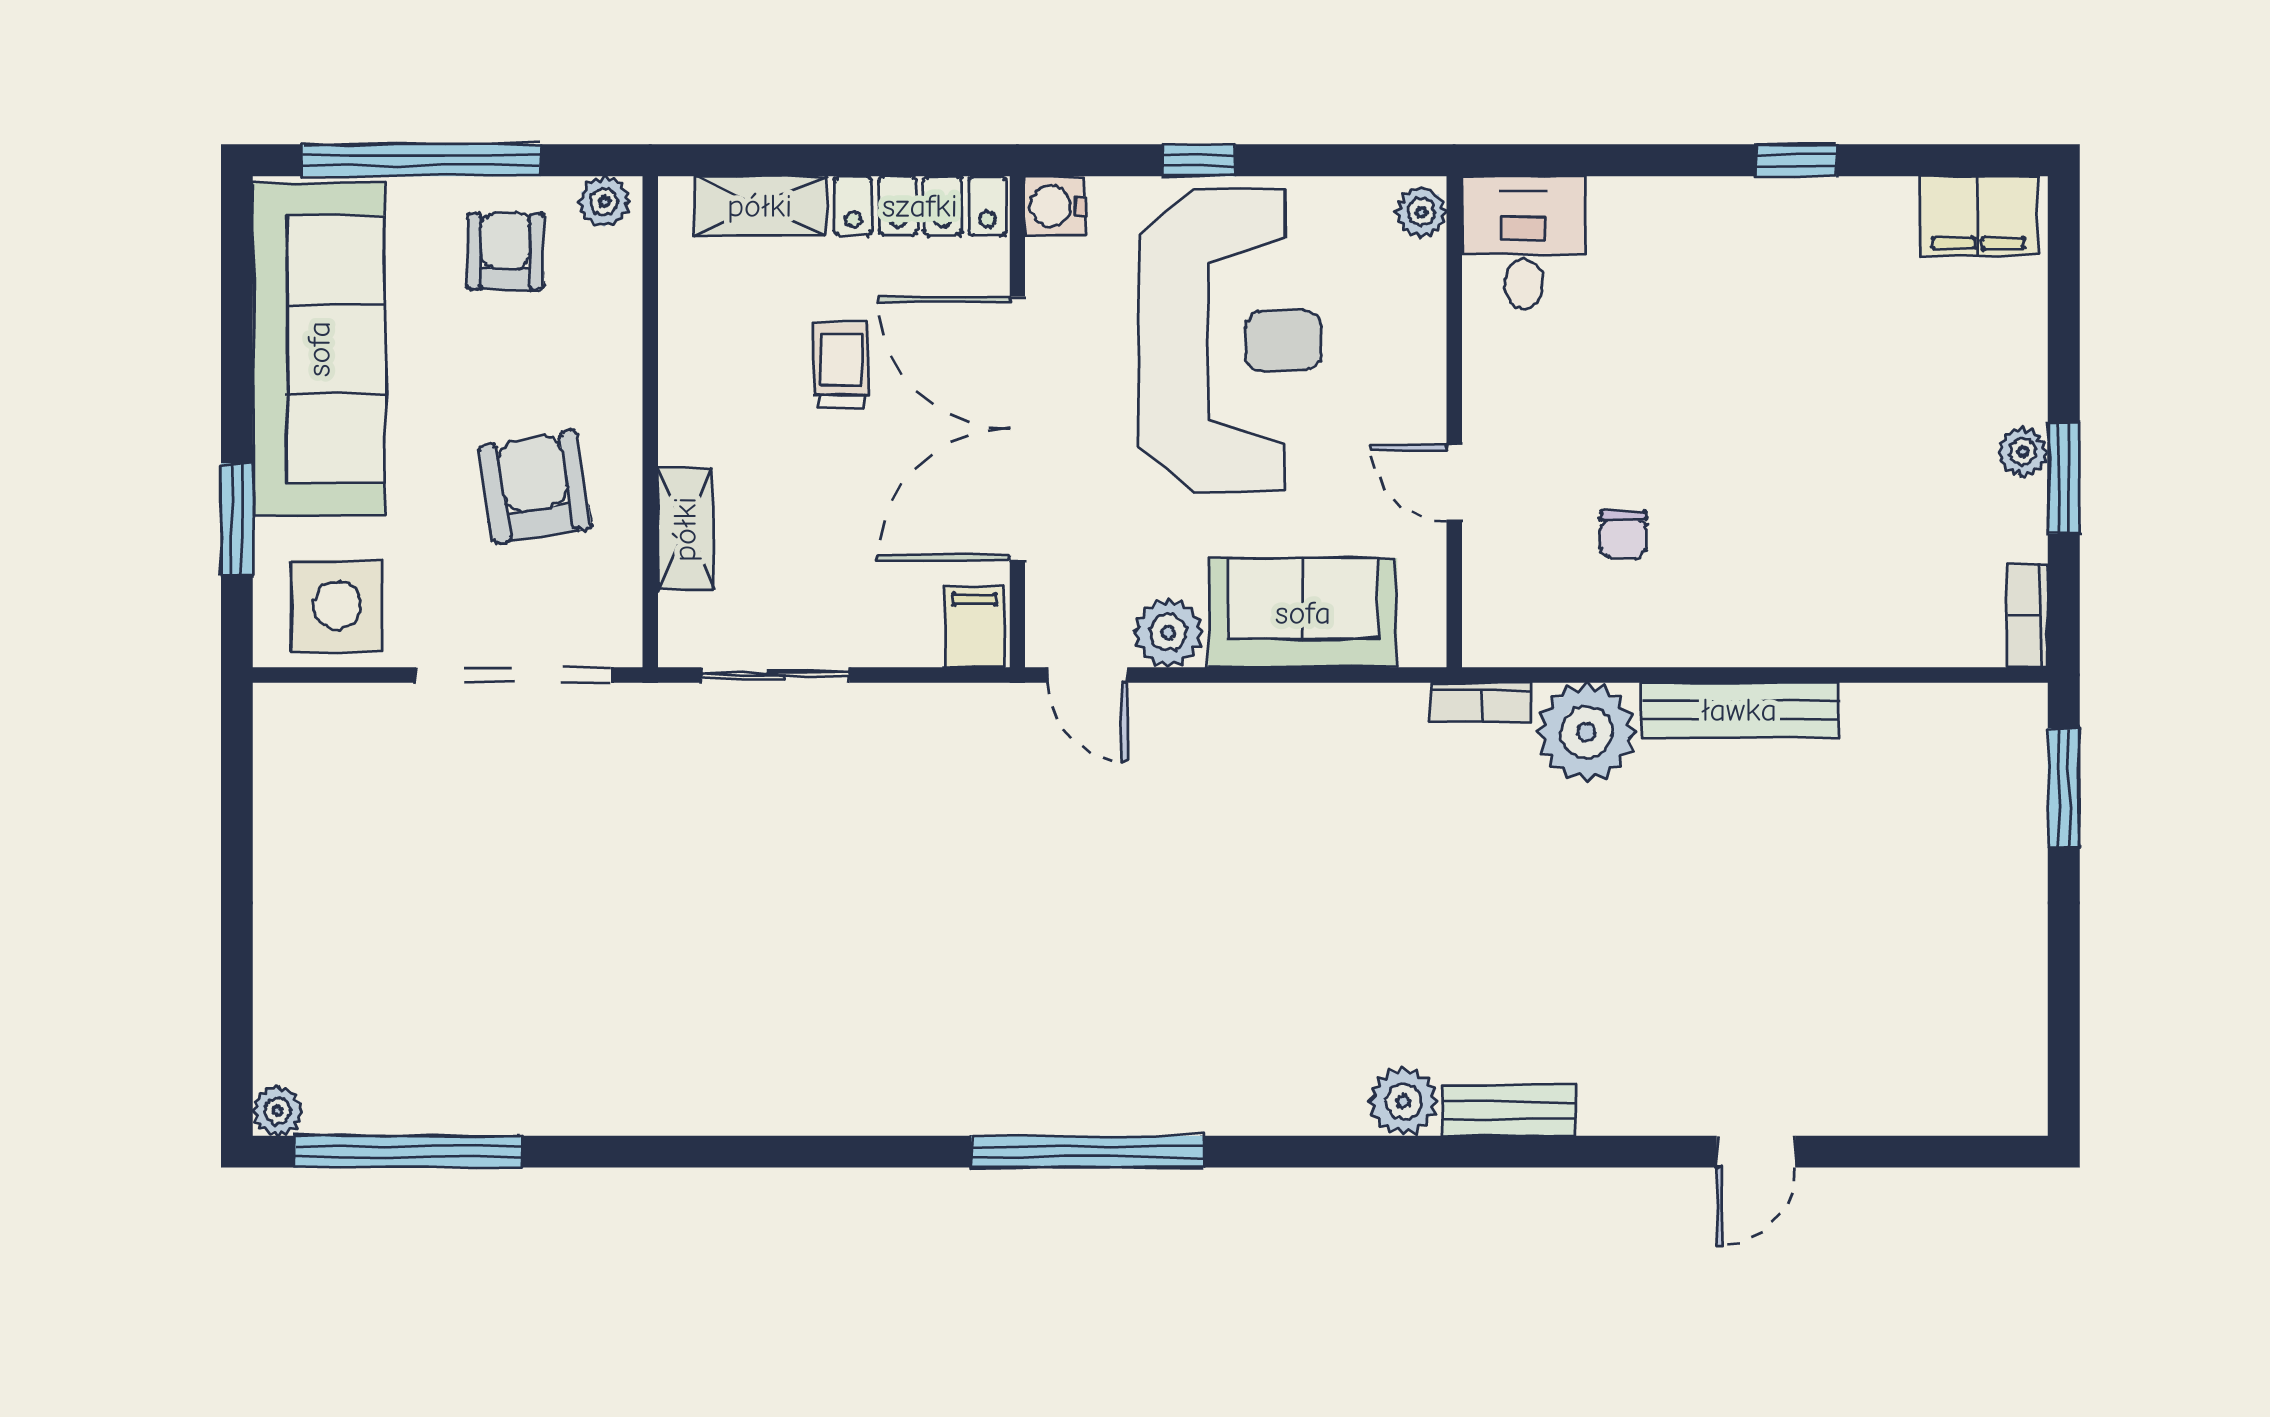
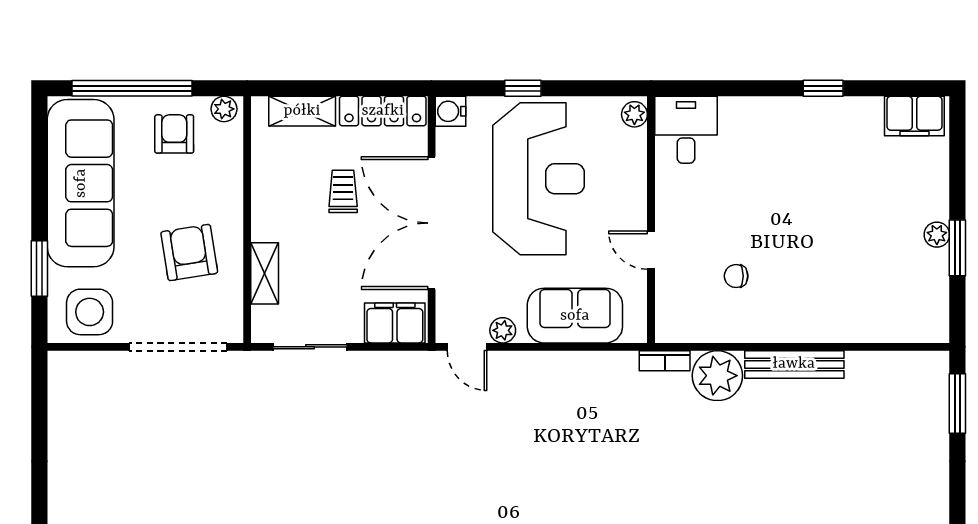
chair: (1623, 534) -> (736, 276), turned 90
bookcase: (2027, 615) -> (939, 317), removed
filing cabinet: (974, 627) -> (395, 323), width x2.00
plant: (1168, 633) -> (503, 330), width x0.73, depth x0.73

